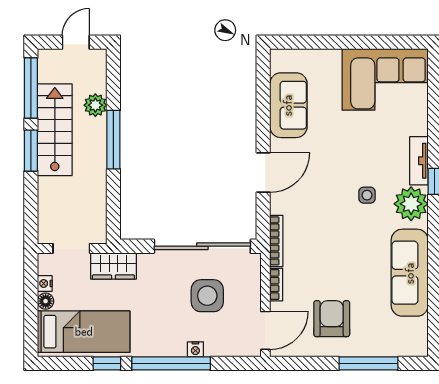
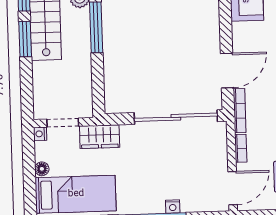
door: (263, 173) -> (227, 71), moved
nightstand: (45, 283) -> (40, 134), moved
side table: (207, 296) -> (181, 160), removed

